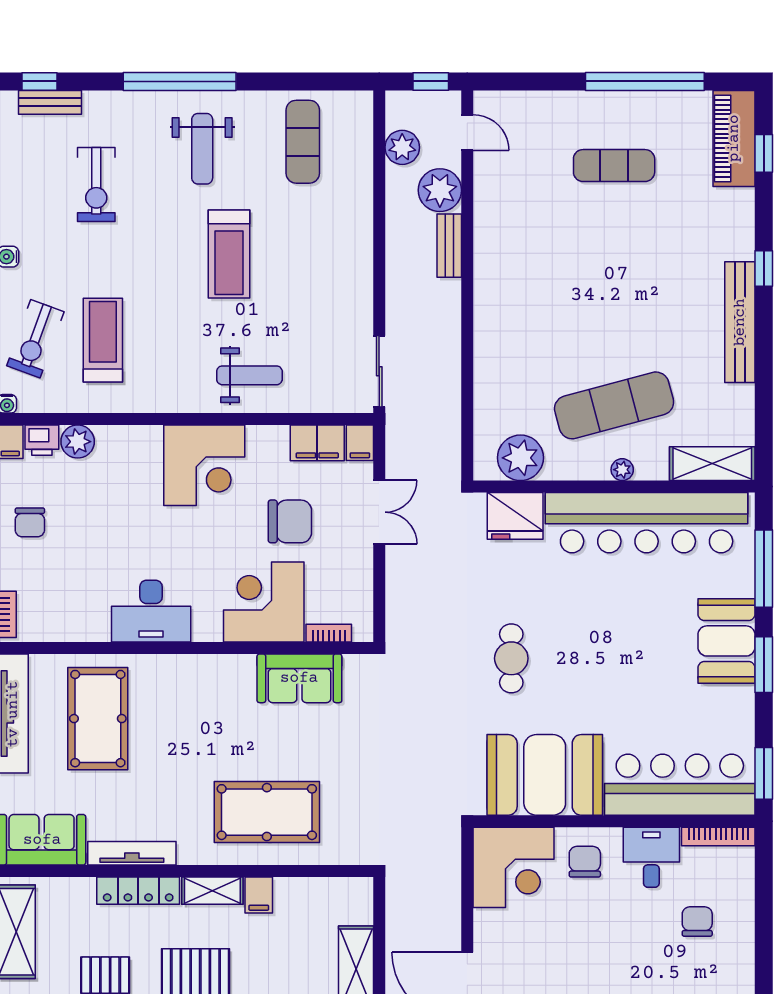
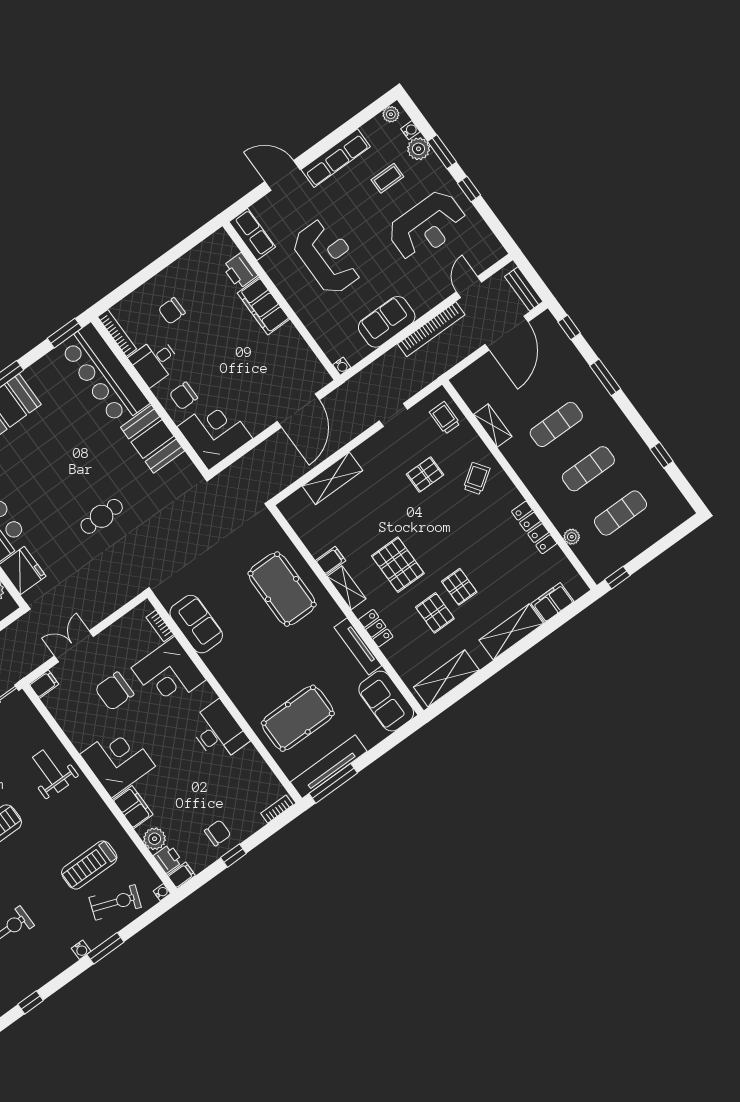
filing cabinet: (317, 443) -> (133, 807), moved
chair: (290, 521) -> (114, 691), turned -90
booth: (545, 775) -> (153, 439), width x0.73, depth x0.70
locker: (138, 891) -> (376, 628), width x0.66

